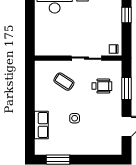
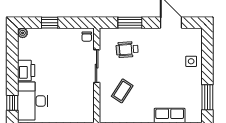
wheelchair: (102, 86) -> (127, 49), turned -94
side table: (75, 118) -> (191, 61), moved

